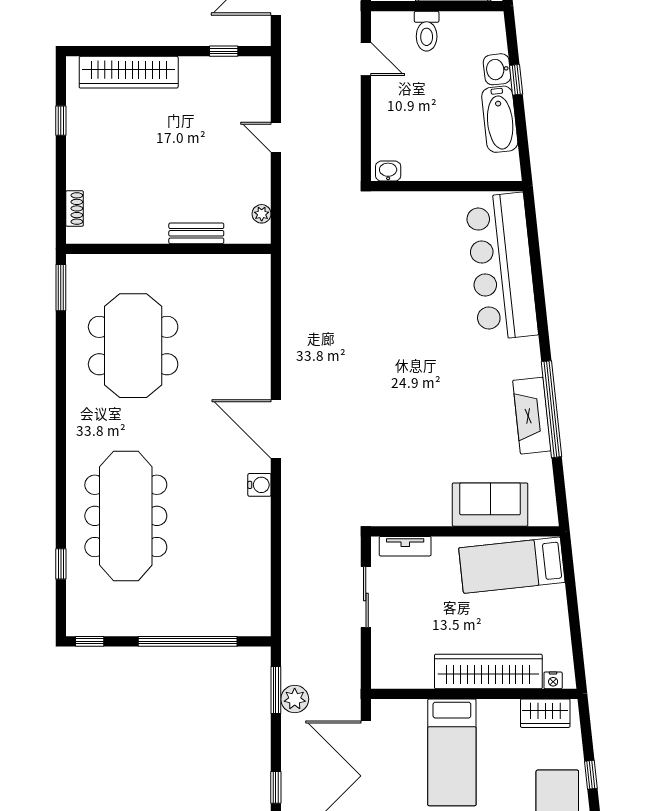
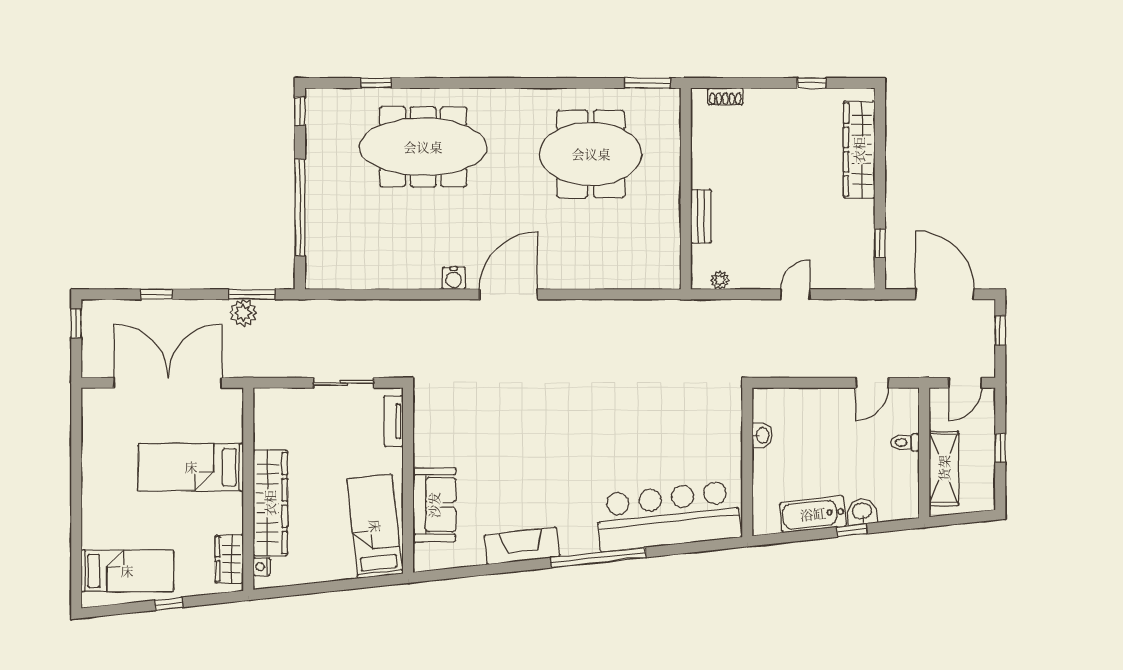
toilet: (427, 31) -> (905, 442), width x0.73, depth x0.72
washbasin: (388, 171) -> (762, 435), moved
window: (552, 409) -> (598, 558), moved

